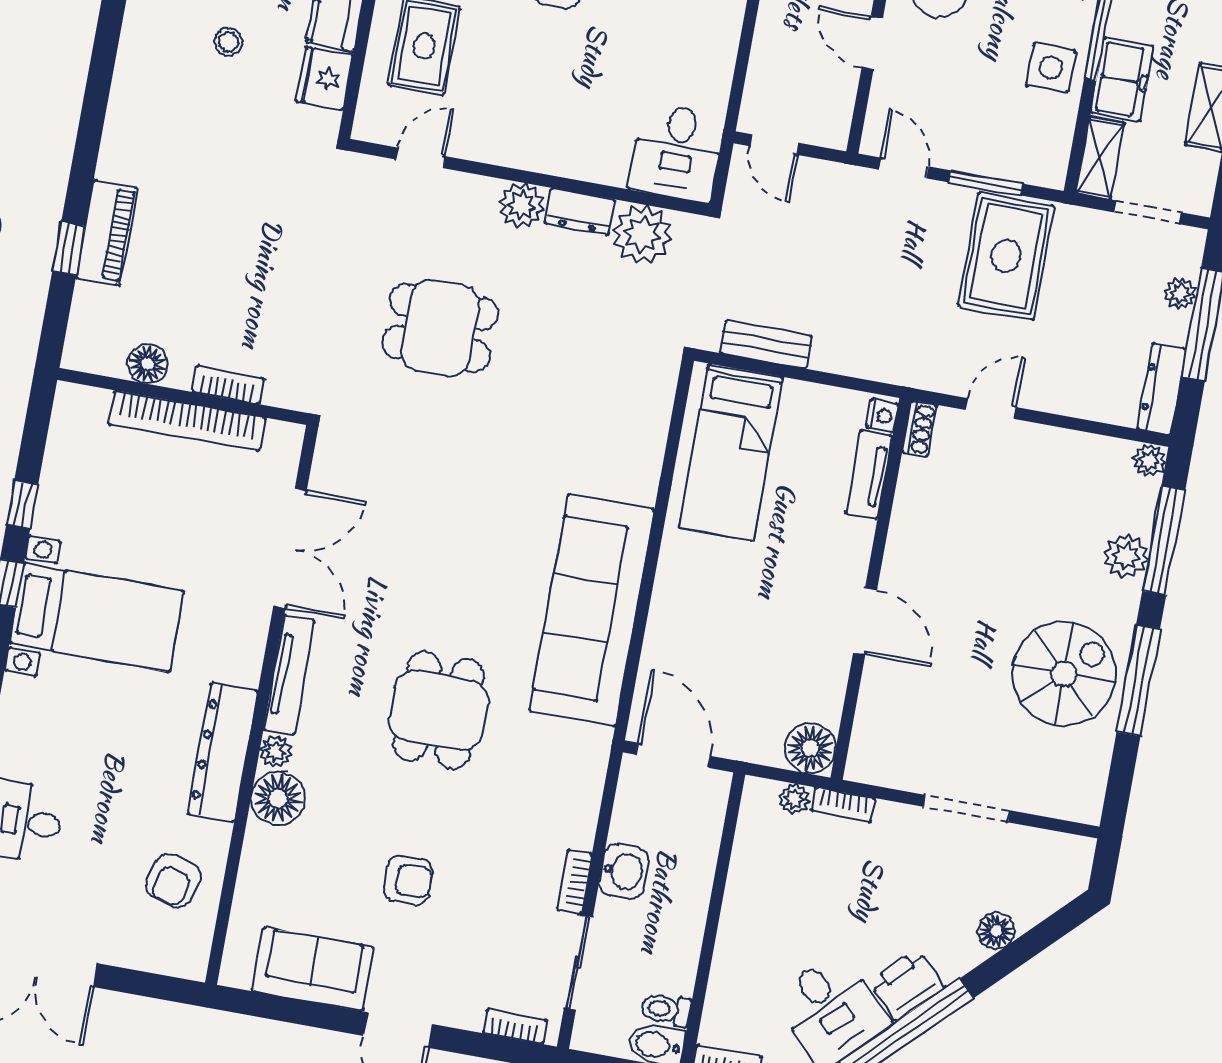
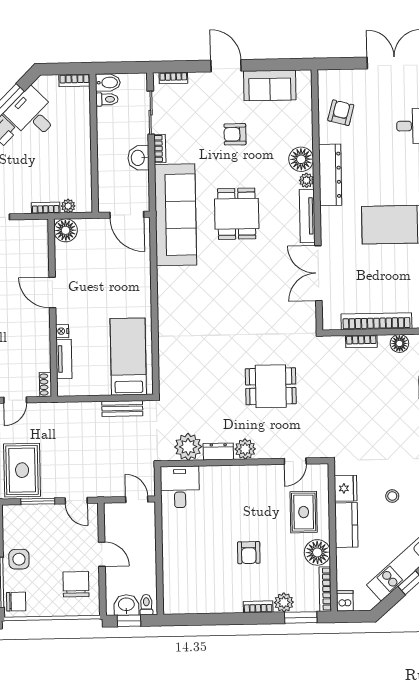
nightstand: (882, 416) -> (62, 331), moved
sofa: (592, 610) -> (176, 215), moved

